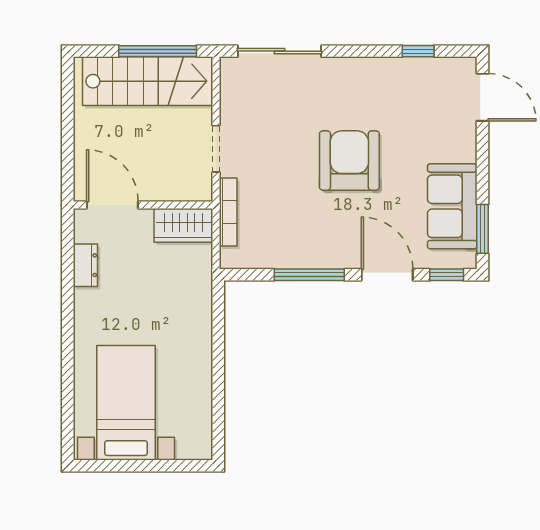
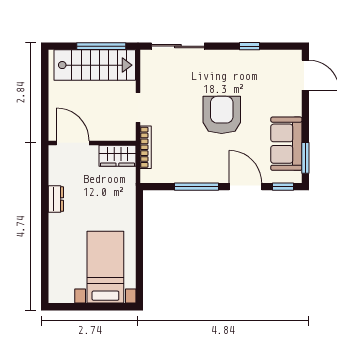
window: (418, 51) -> (249, 46), moved
dresser: (85, 265) -> (56, 199), moved
bed with nightstands: (126, 403) -> (105, 267), moved

